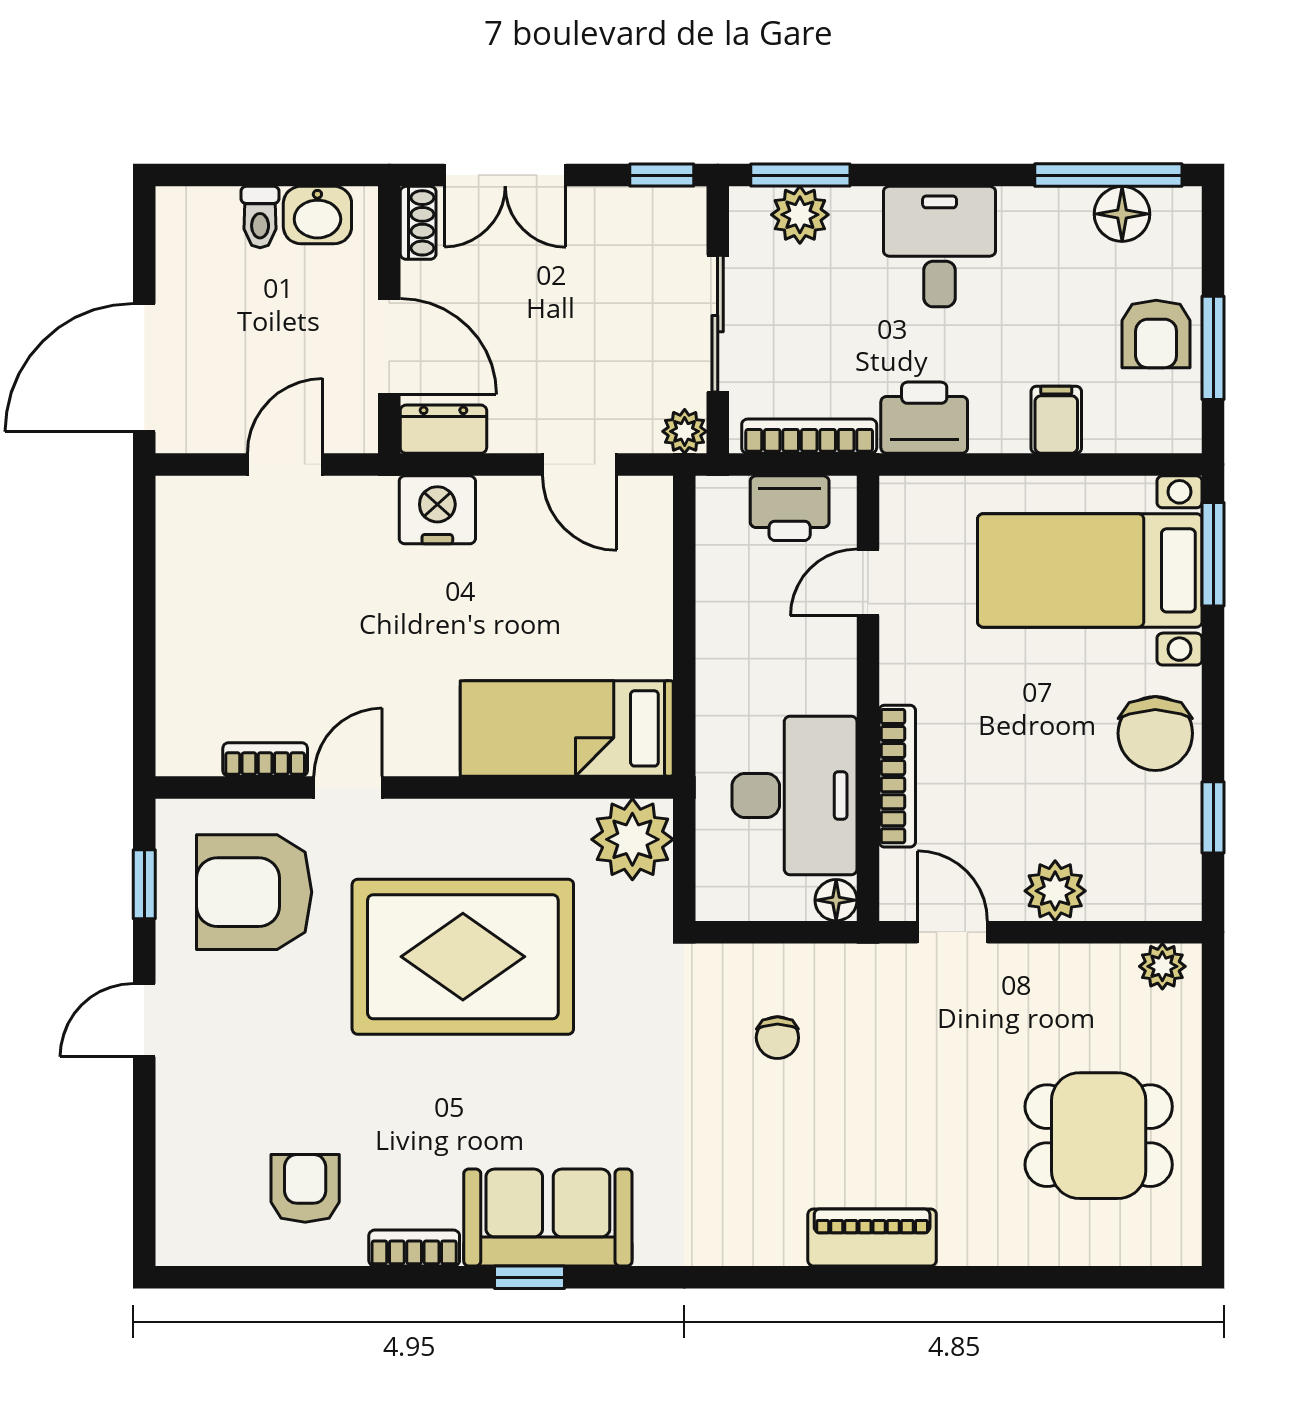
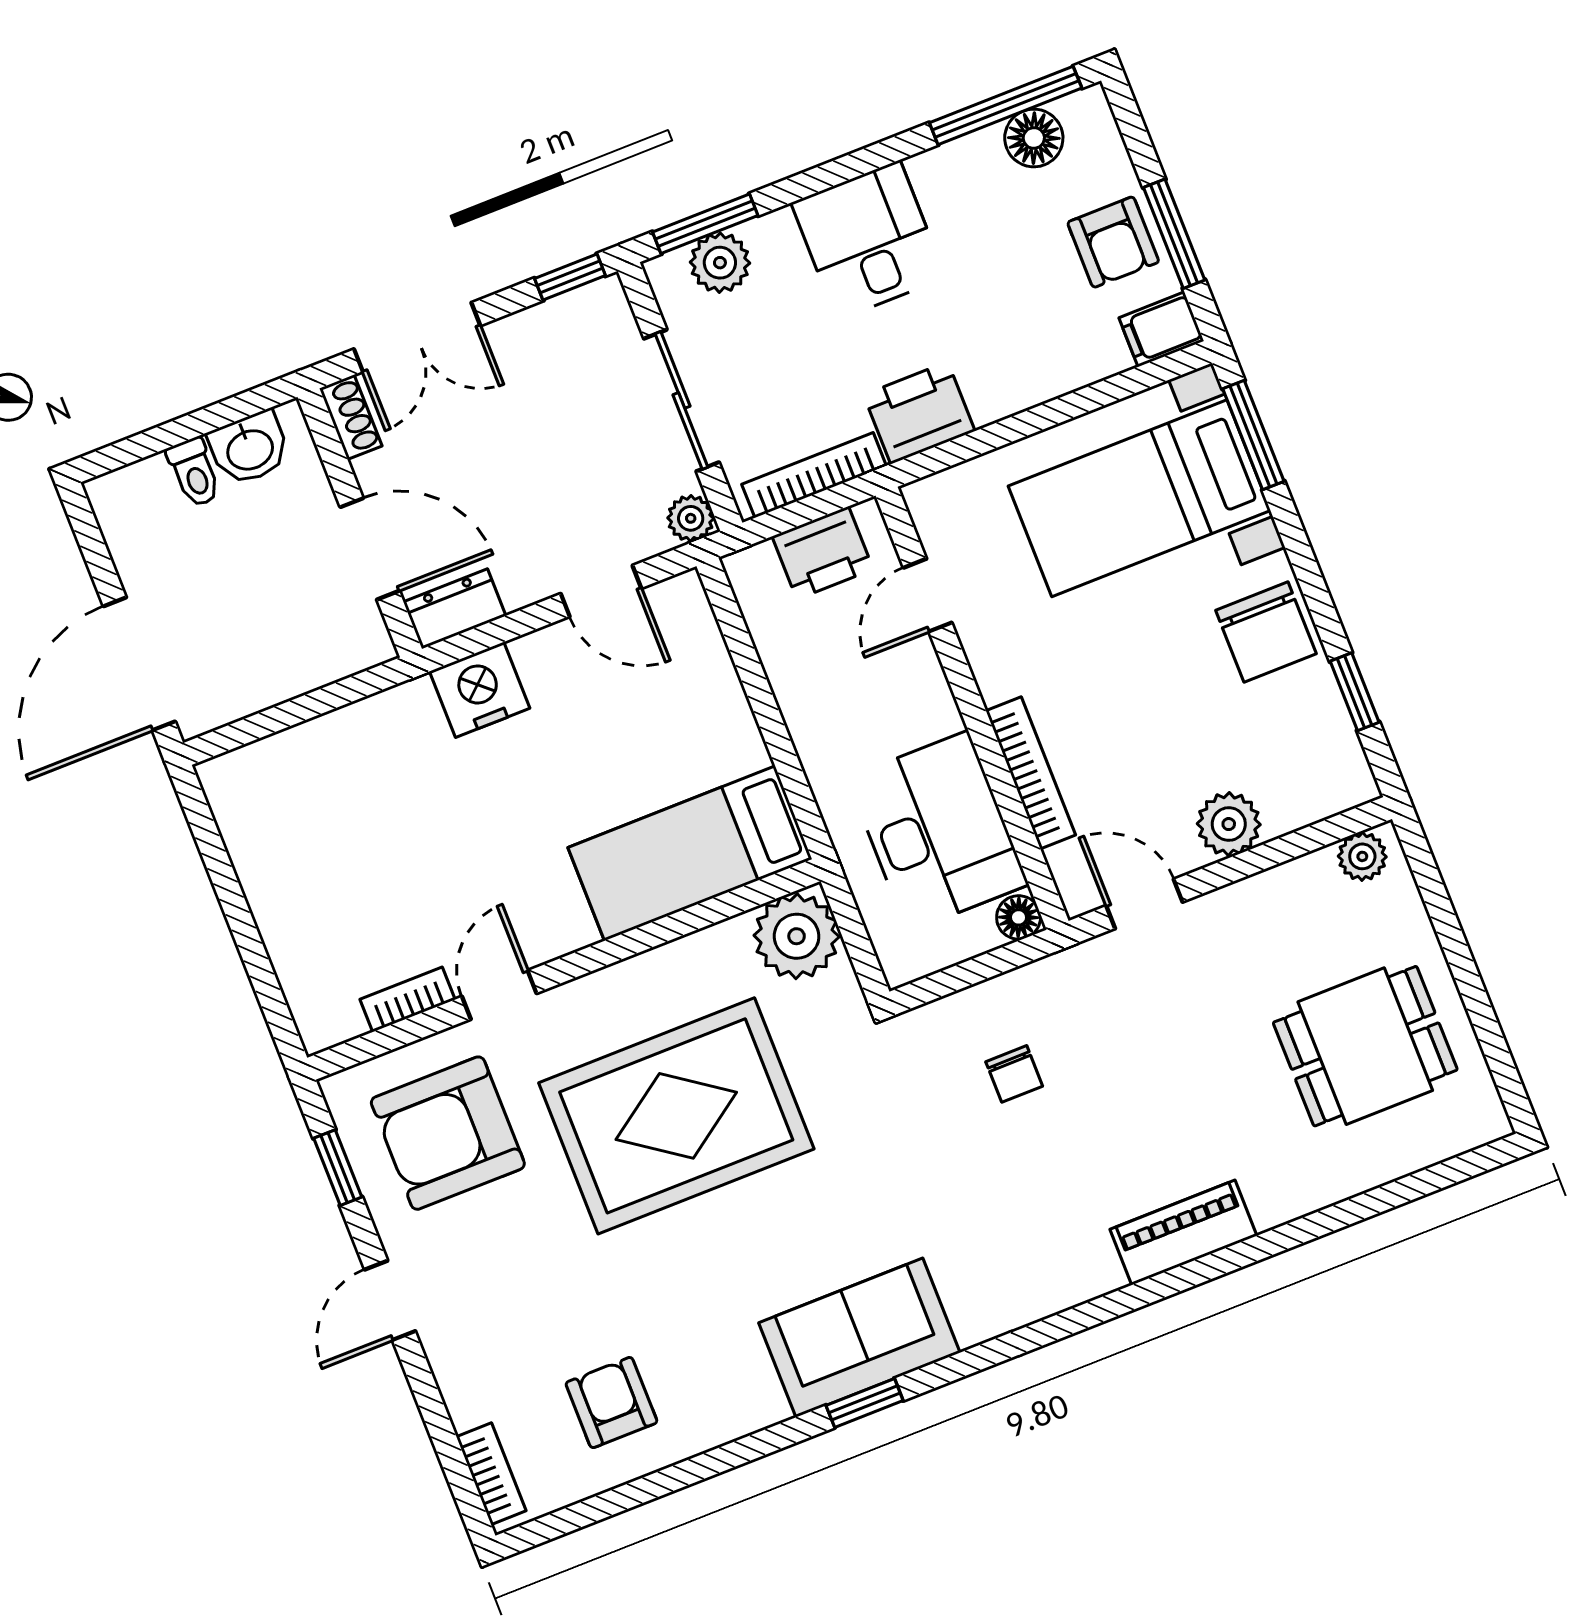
filing cabinet: (1056, 420) -> (1161, 329), moved, turned -90
door: (285, 465) -> (314, 704), removed
bookcase: (414, 1248) -> (491, 1474), moved, turned 90

